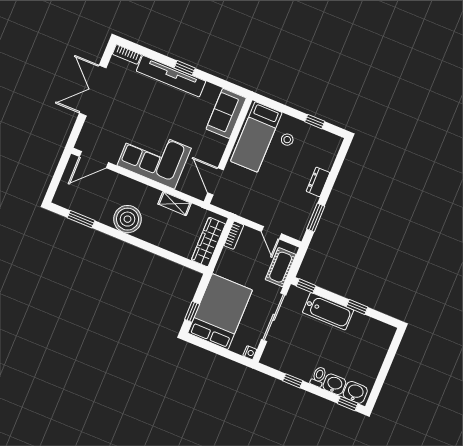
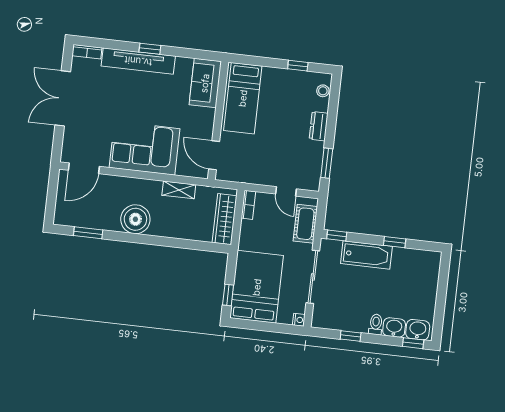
stool: (287, 140) -> (323, 91), moved

